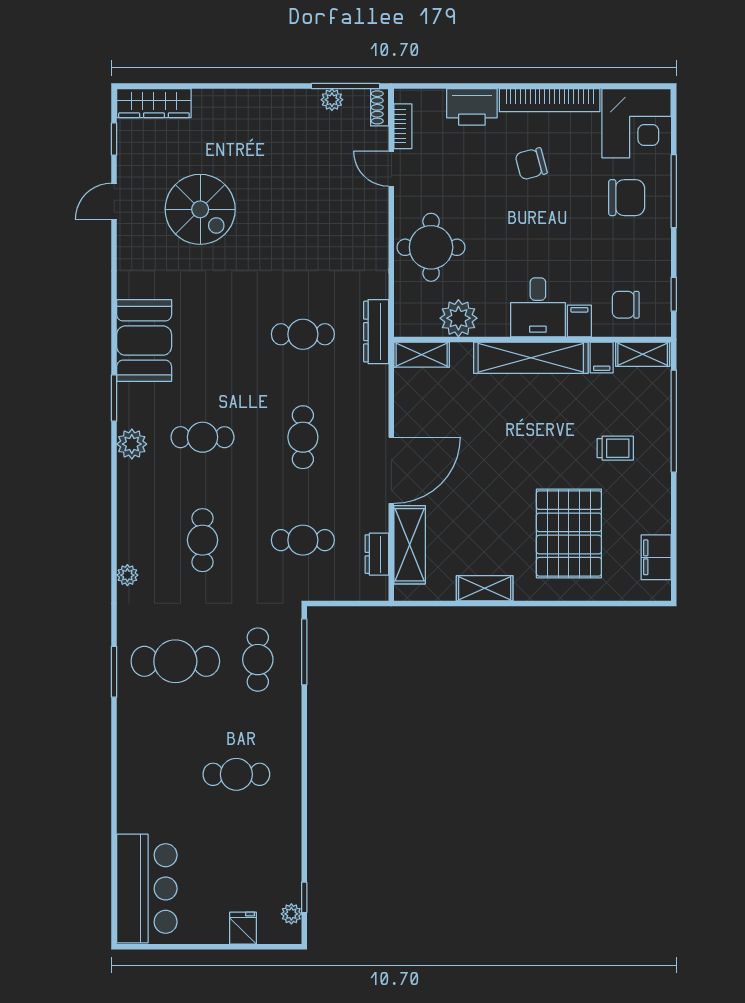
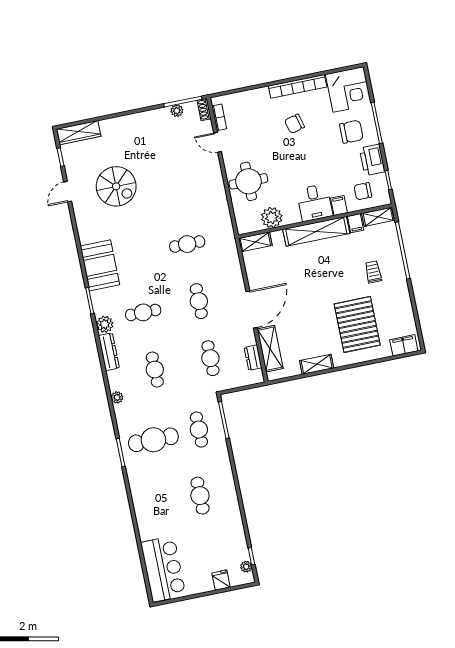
printer: (472, 107) -> (372, 160), moved, turned 90
dresser: (376, 332) -> (109, 352), moved, turned 180
trolley: (615, 448) -> (373, 272), turned -90
cafe table: (303, 540) -> (210, 358), turned 90
filing cabinet: (656, 557) -> (404, 345), moved, turned 90
cafe table: (236, 774) -> (200, 496), turned 90

